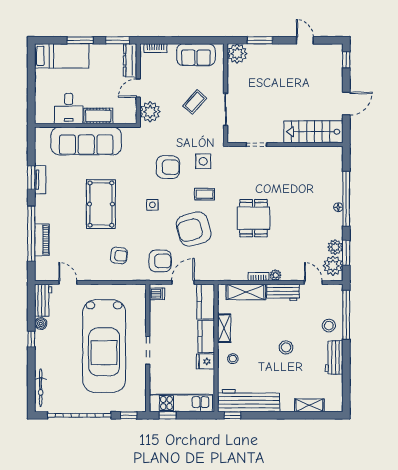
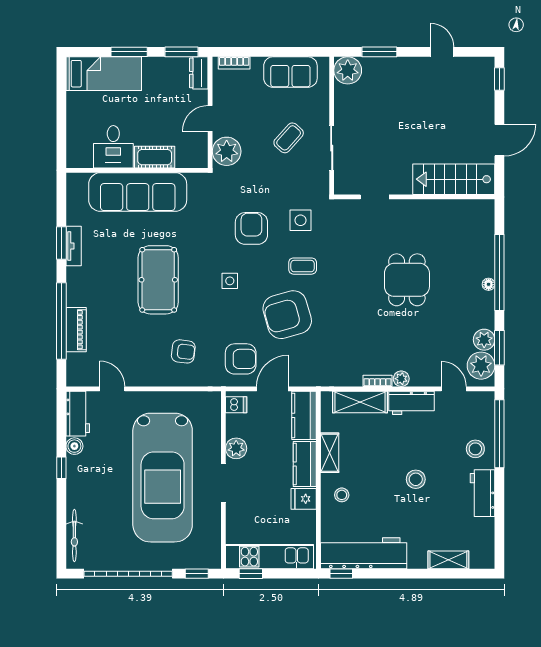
dresser: (130, 60) -> (199, 73), width x0.70
armchair: (168, 167) -> (251, 228), turned -91
dining table: (254, 218) -> (407, 280), moved
plant: (157, 325) -> (236, 448), added

